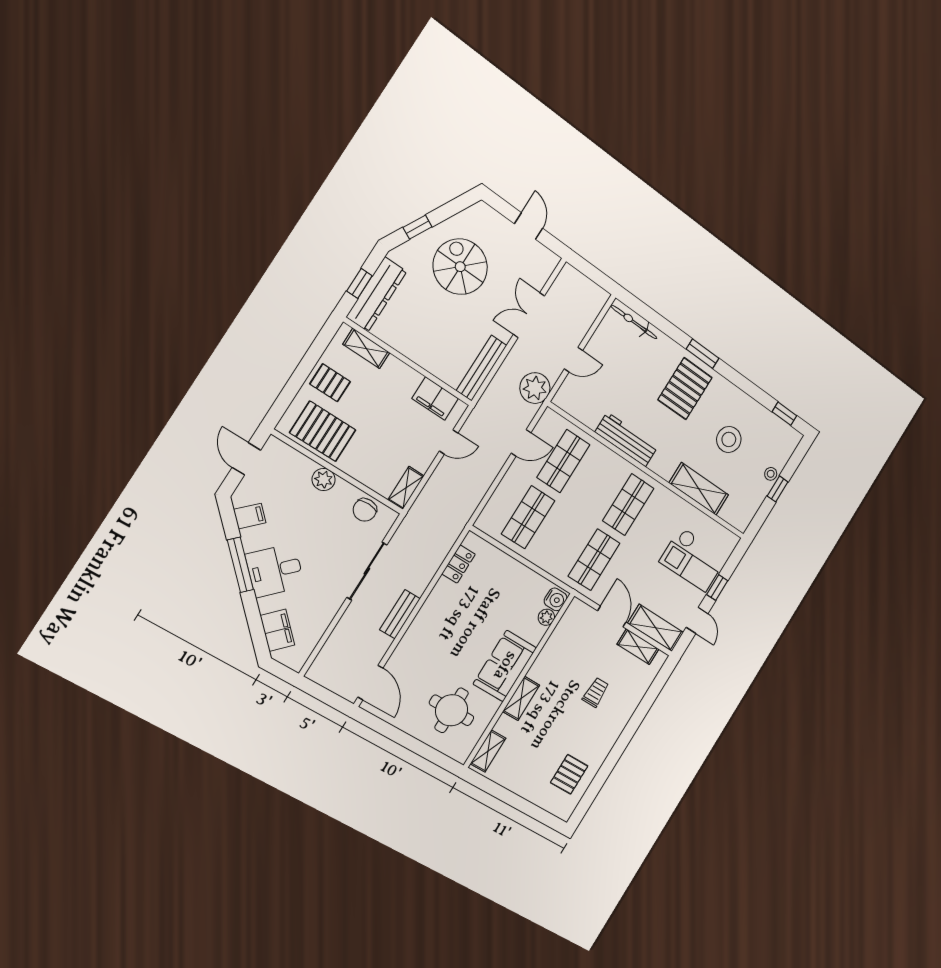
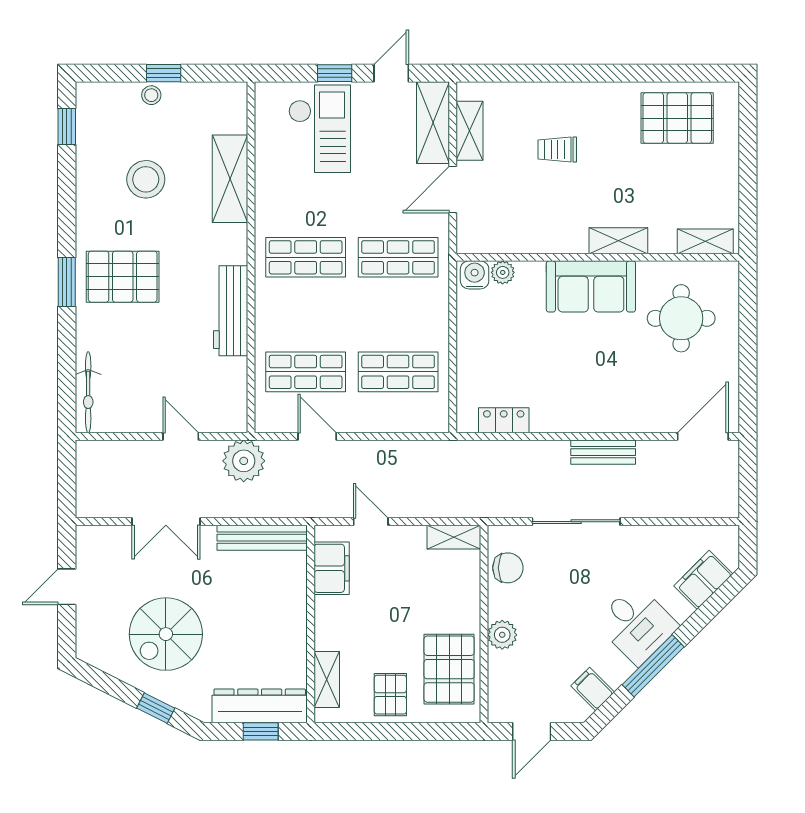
pallet: (569, 774) -> (677, 118), width x1.50, depth x1.42

